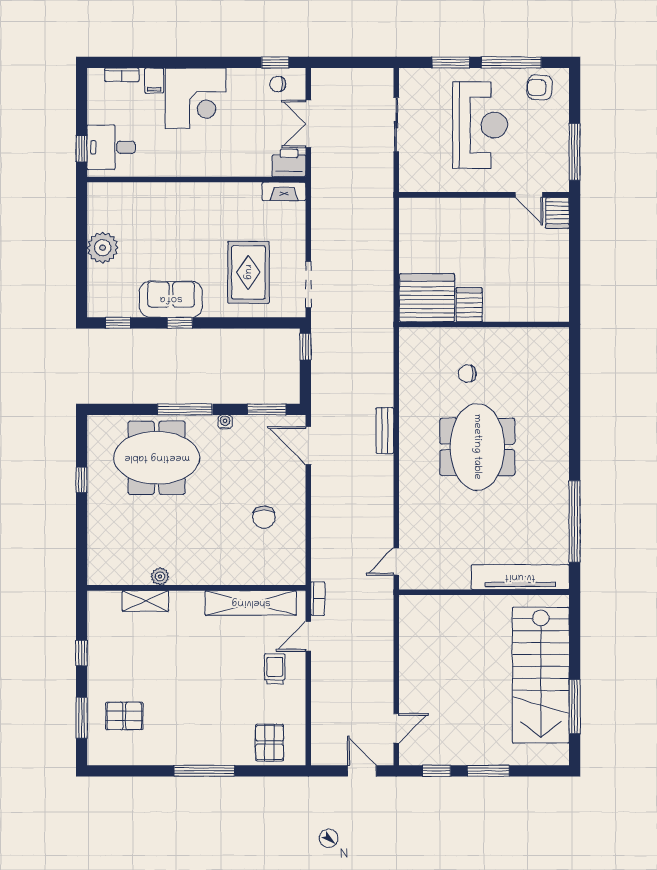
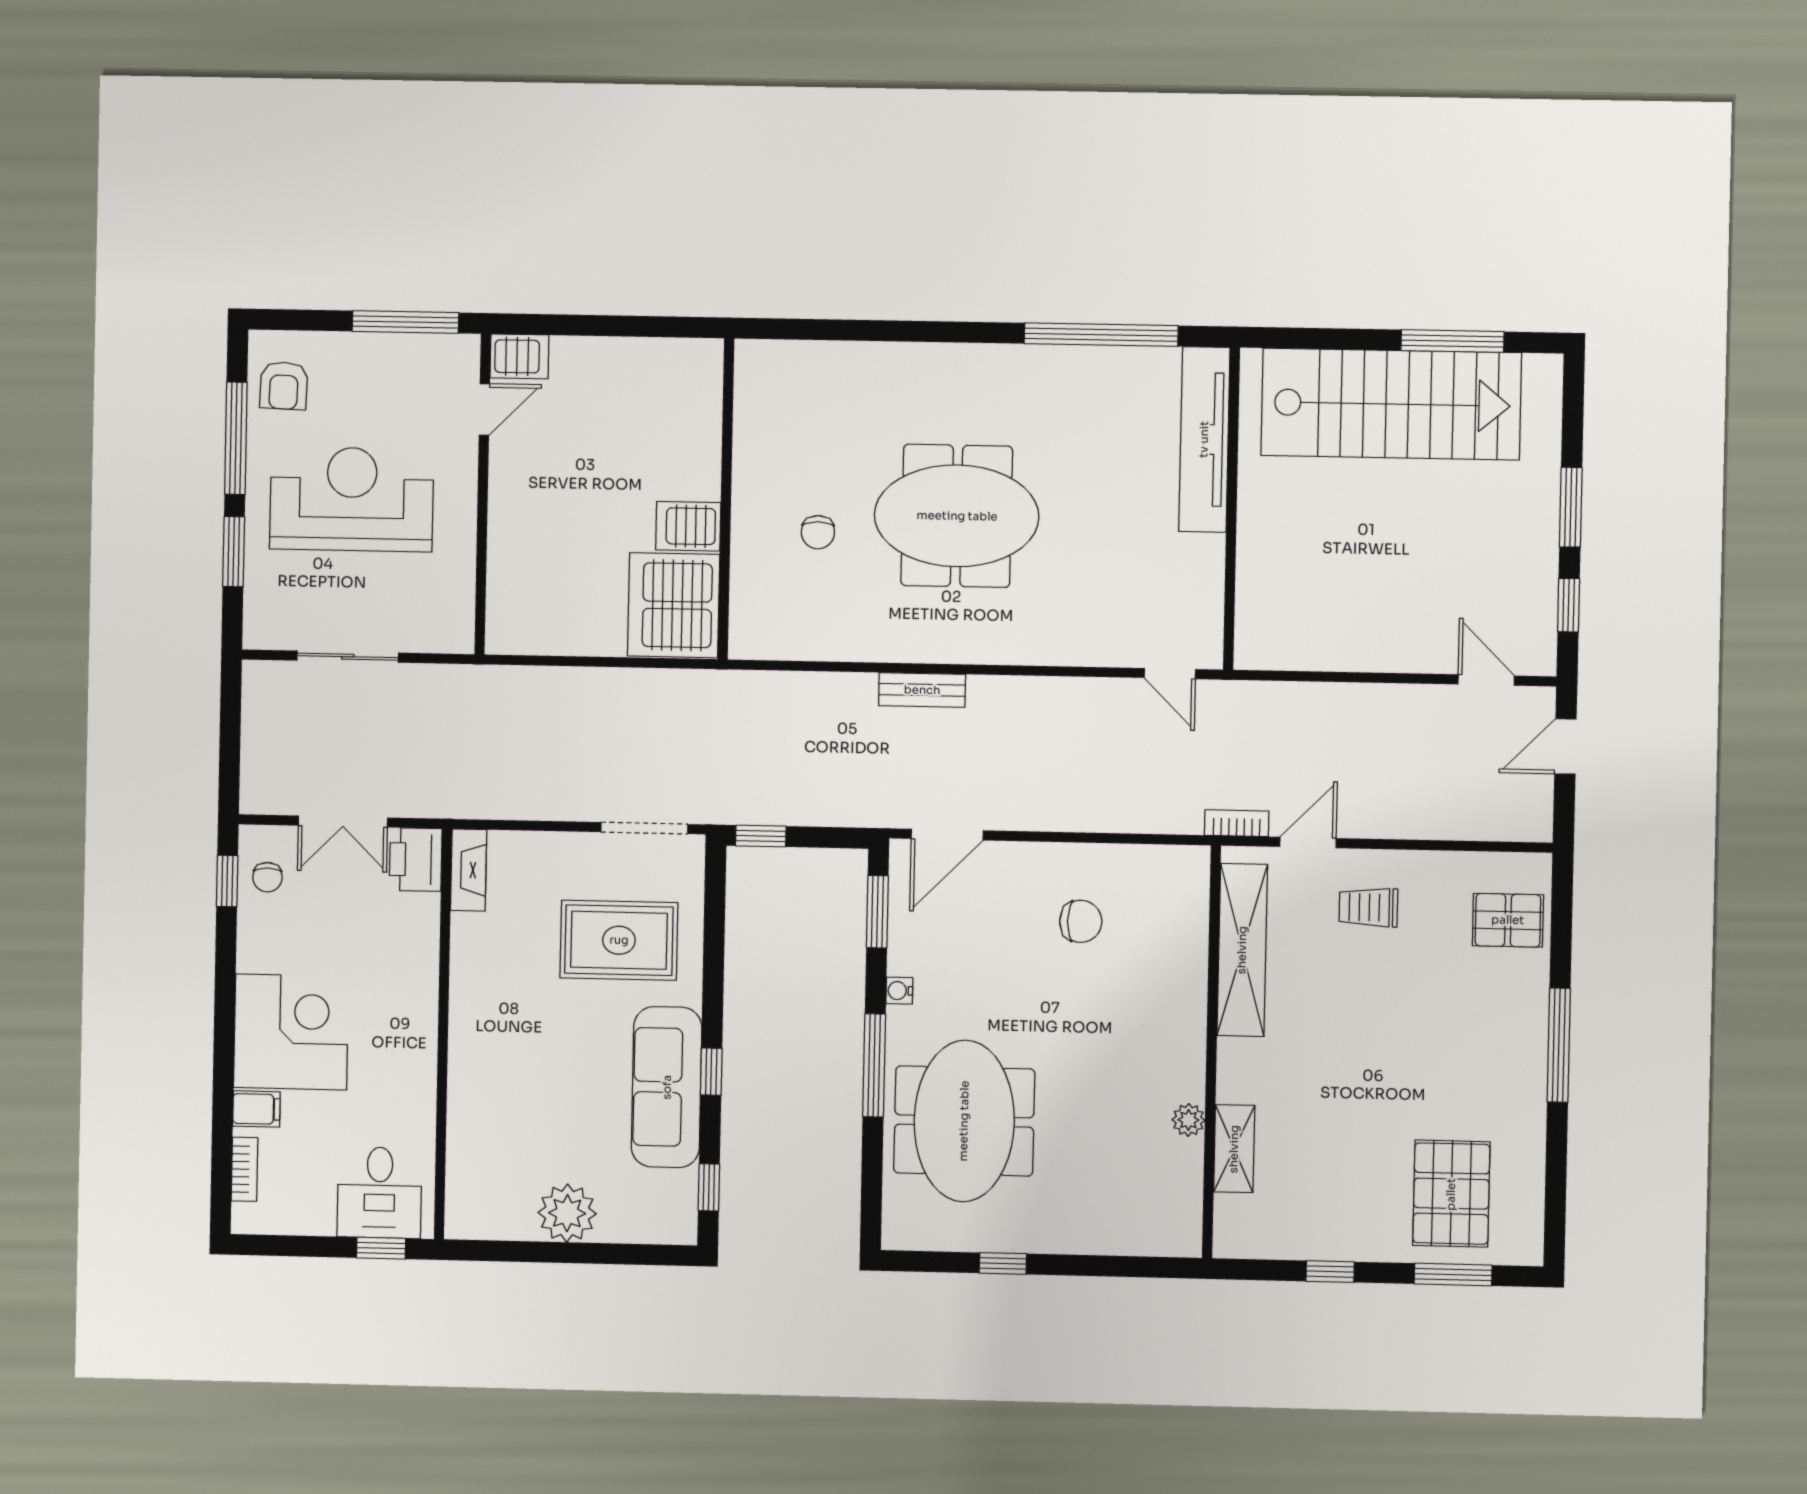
sofa: (171, 299) -> (667, 1087), width x1.36
door: (308, 636) -> (1308, 842), swing flipped
pallet: (124, 716) -> (1451, 1194), width x1.50, depth x1.42

